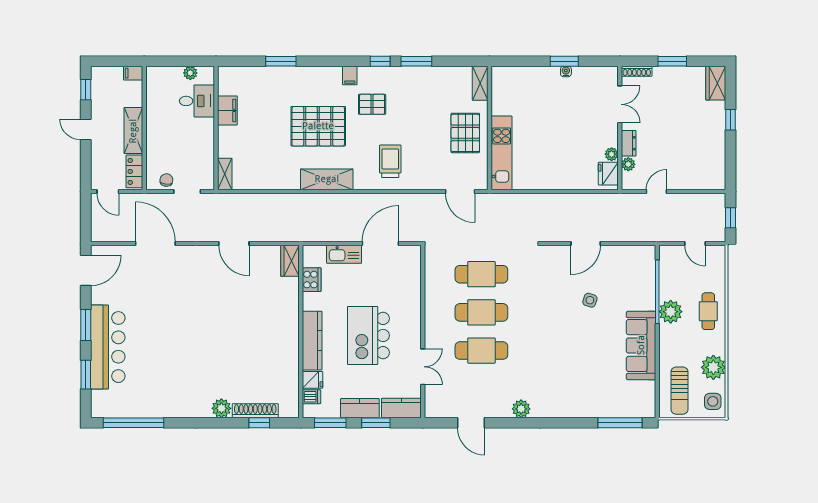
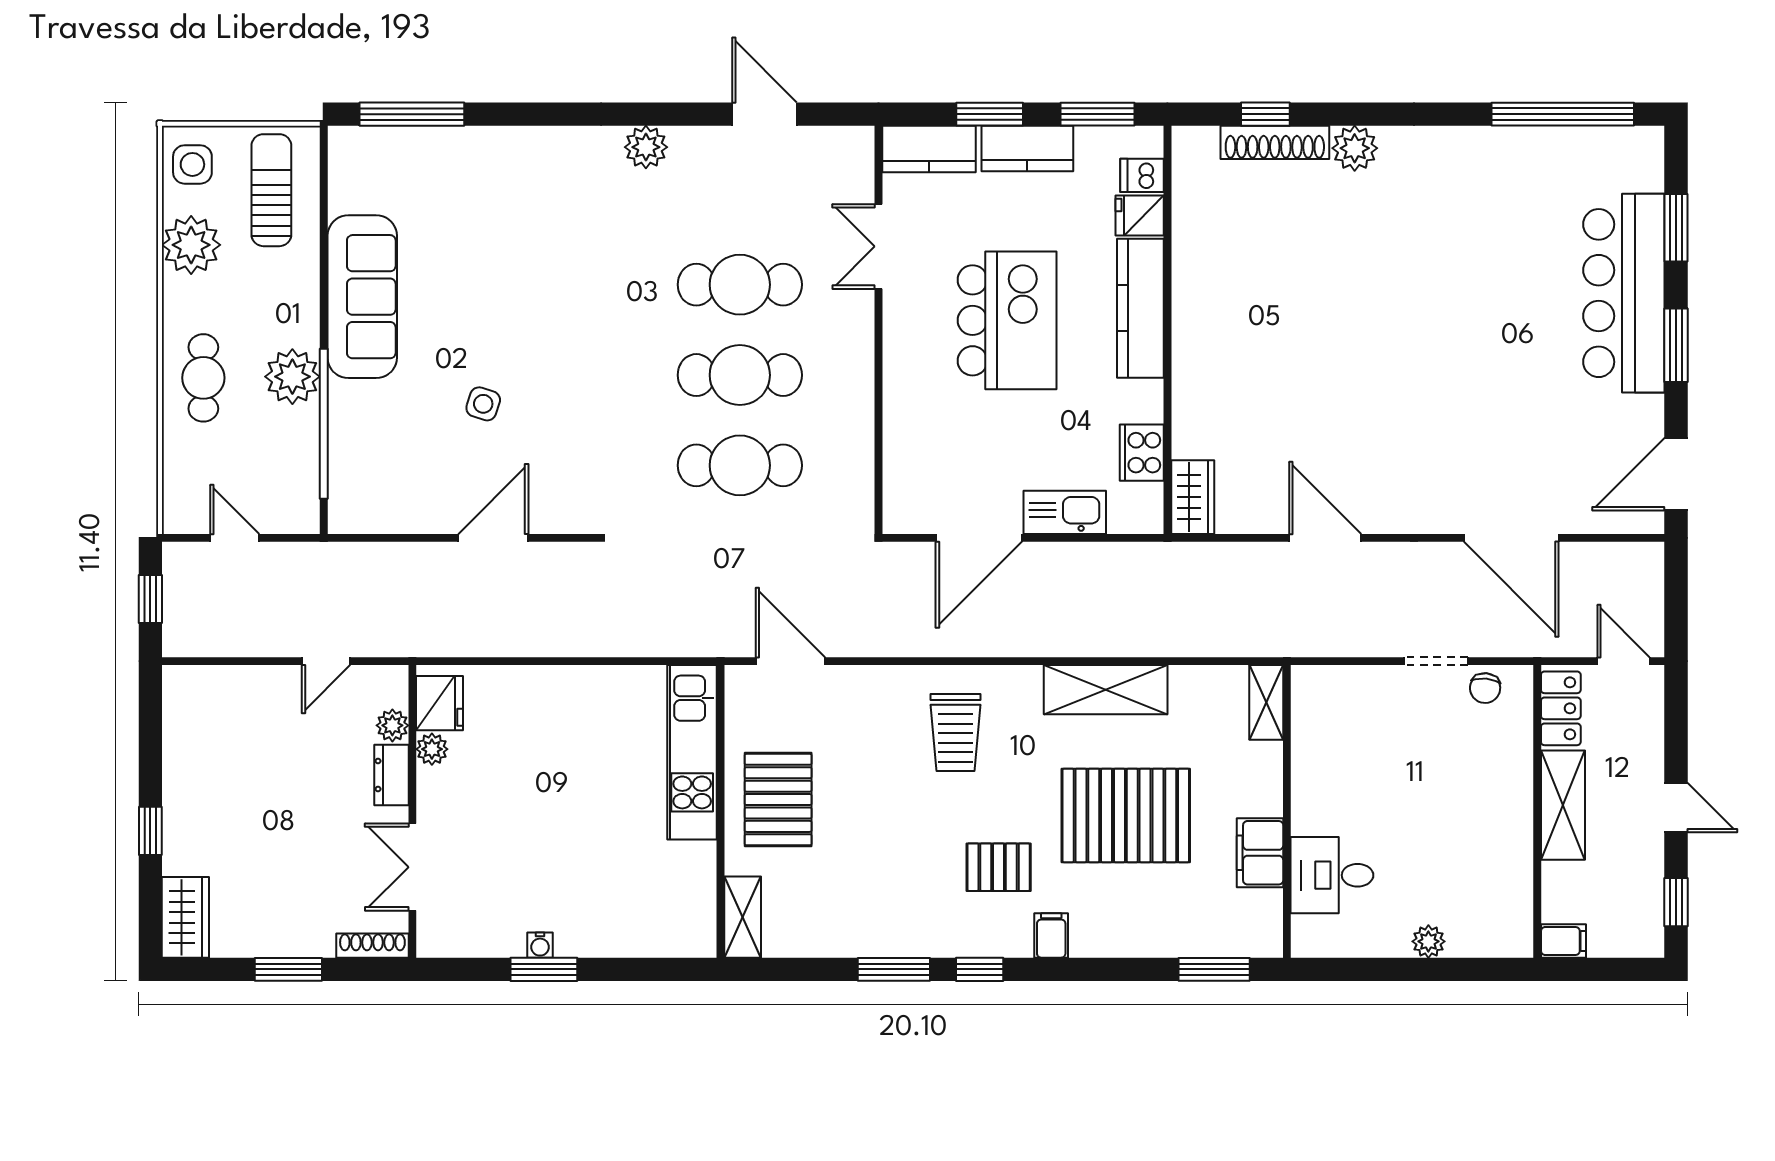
desk: (197, 101) -> (1332, 875), moved
filing cabinet: (227, 110) -> (1260, 853), moved
wall: (216, 128) -> (1287, 811), moved
shelving: (225, 174) -> (1266, 702), moved

